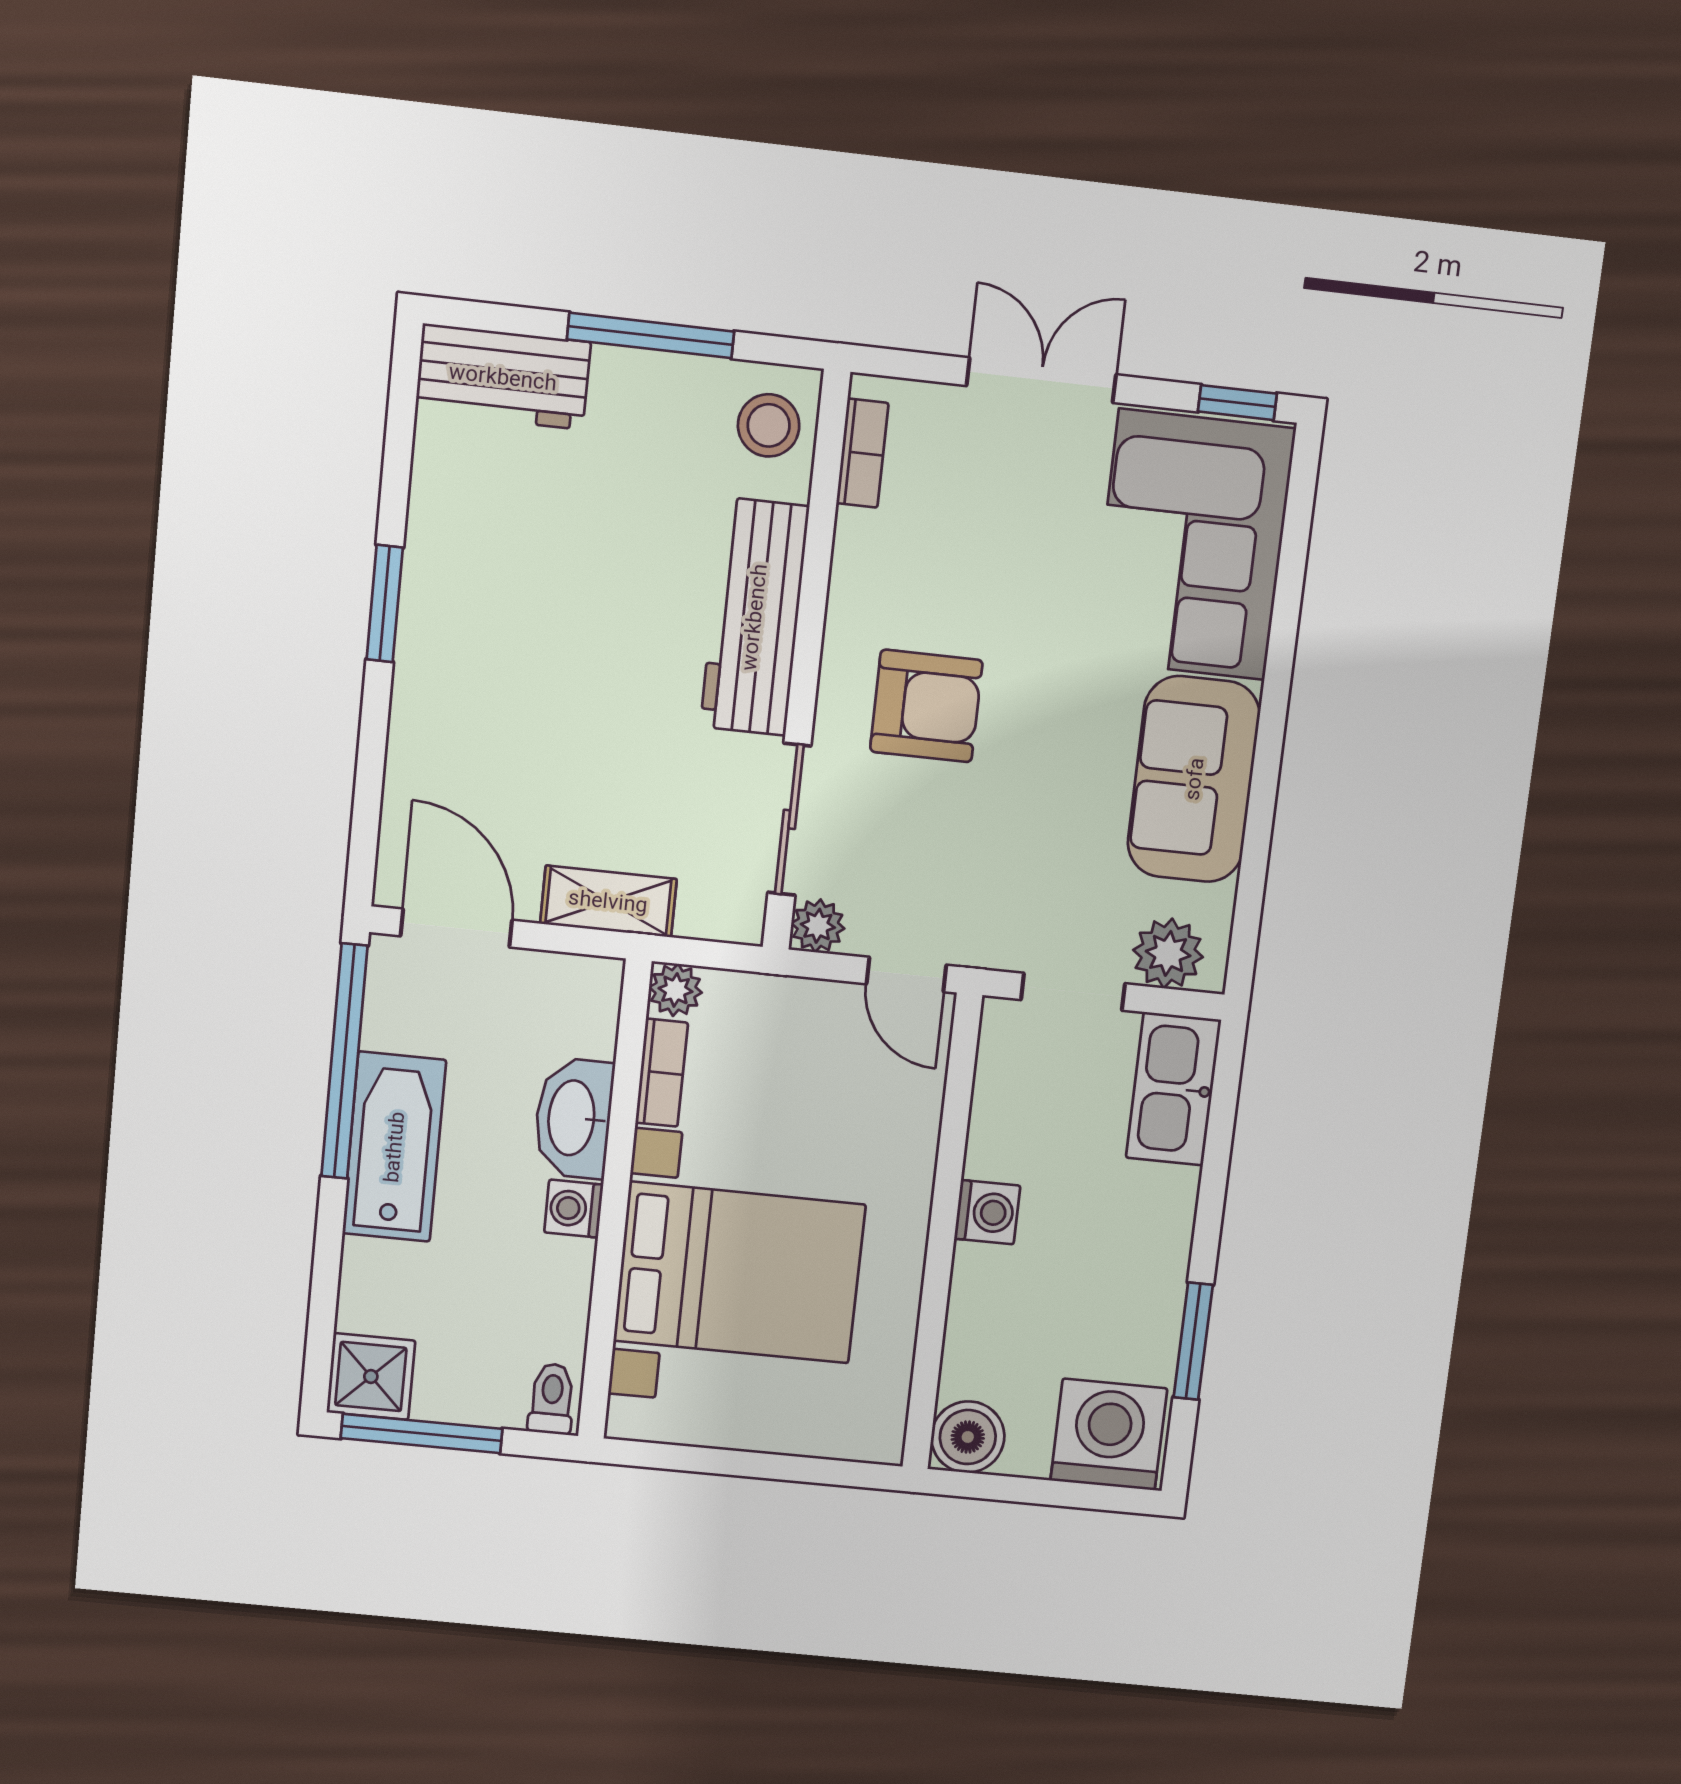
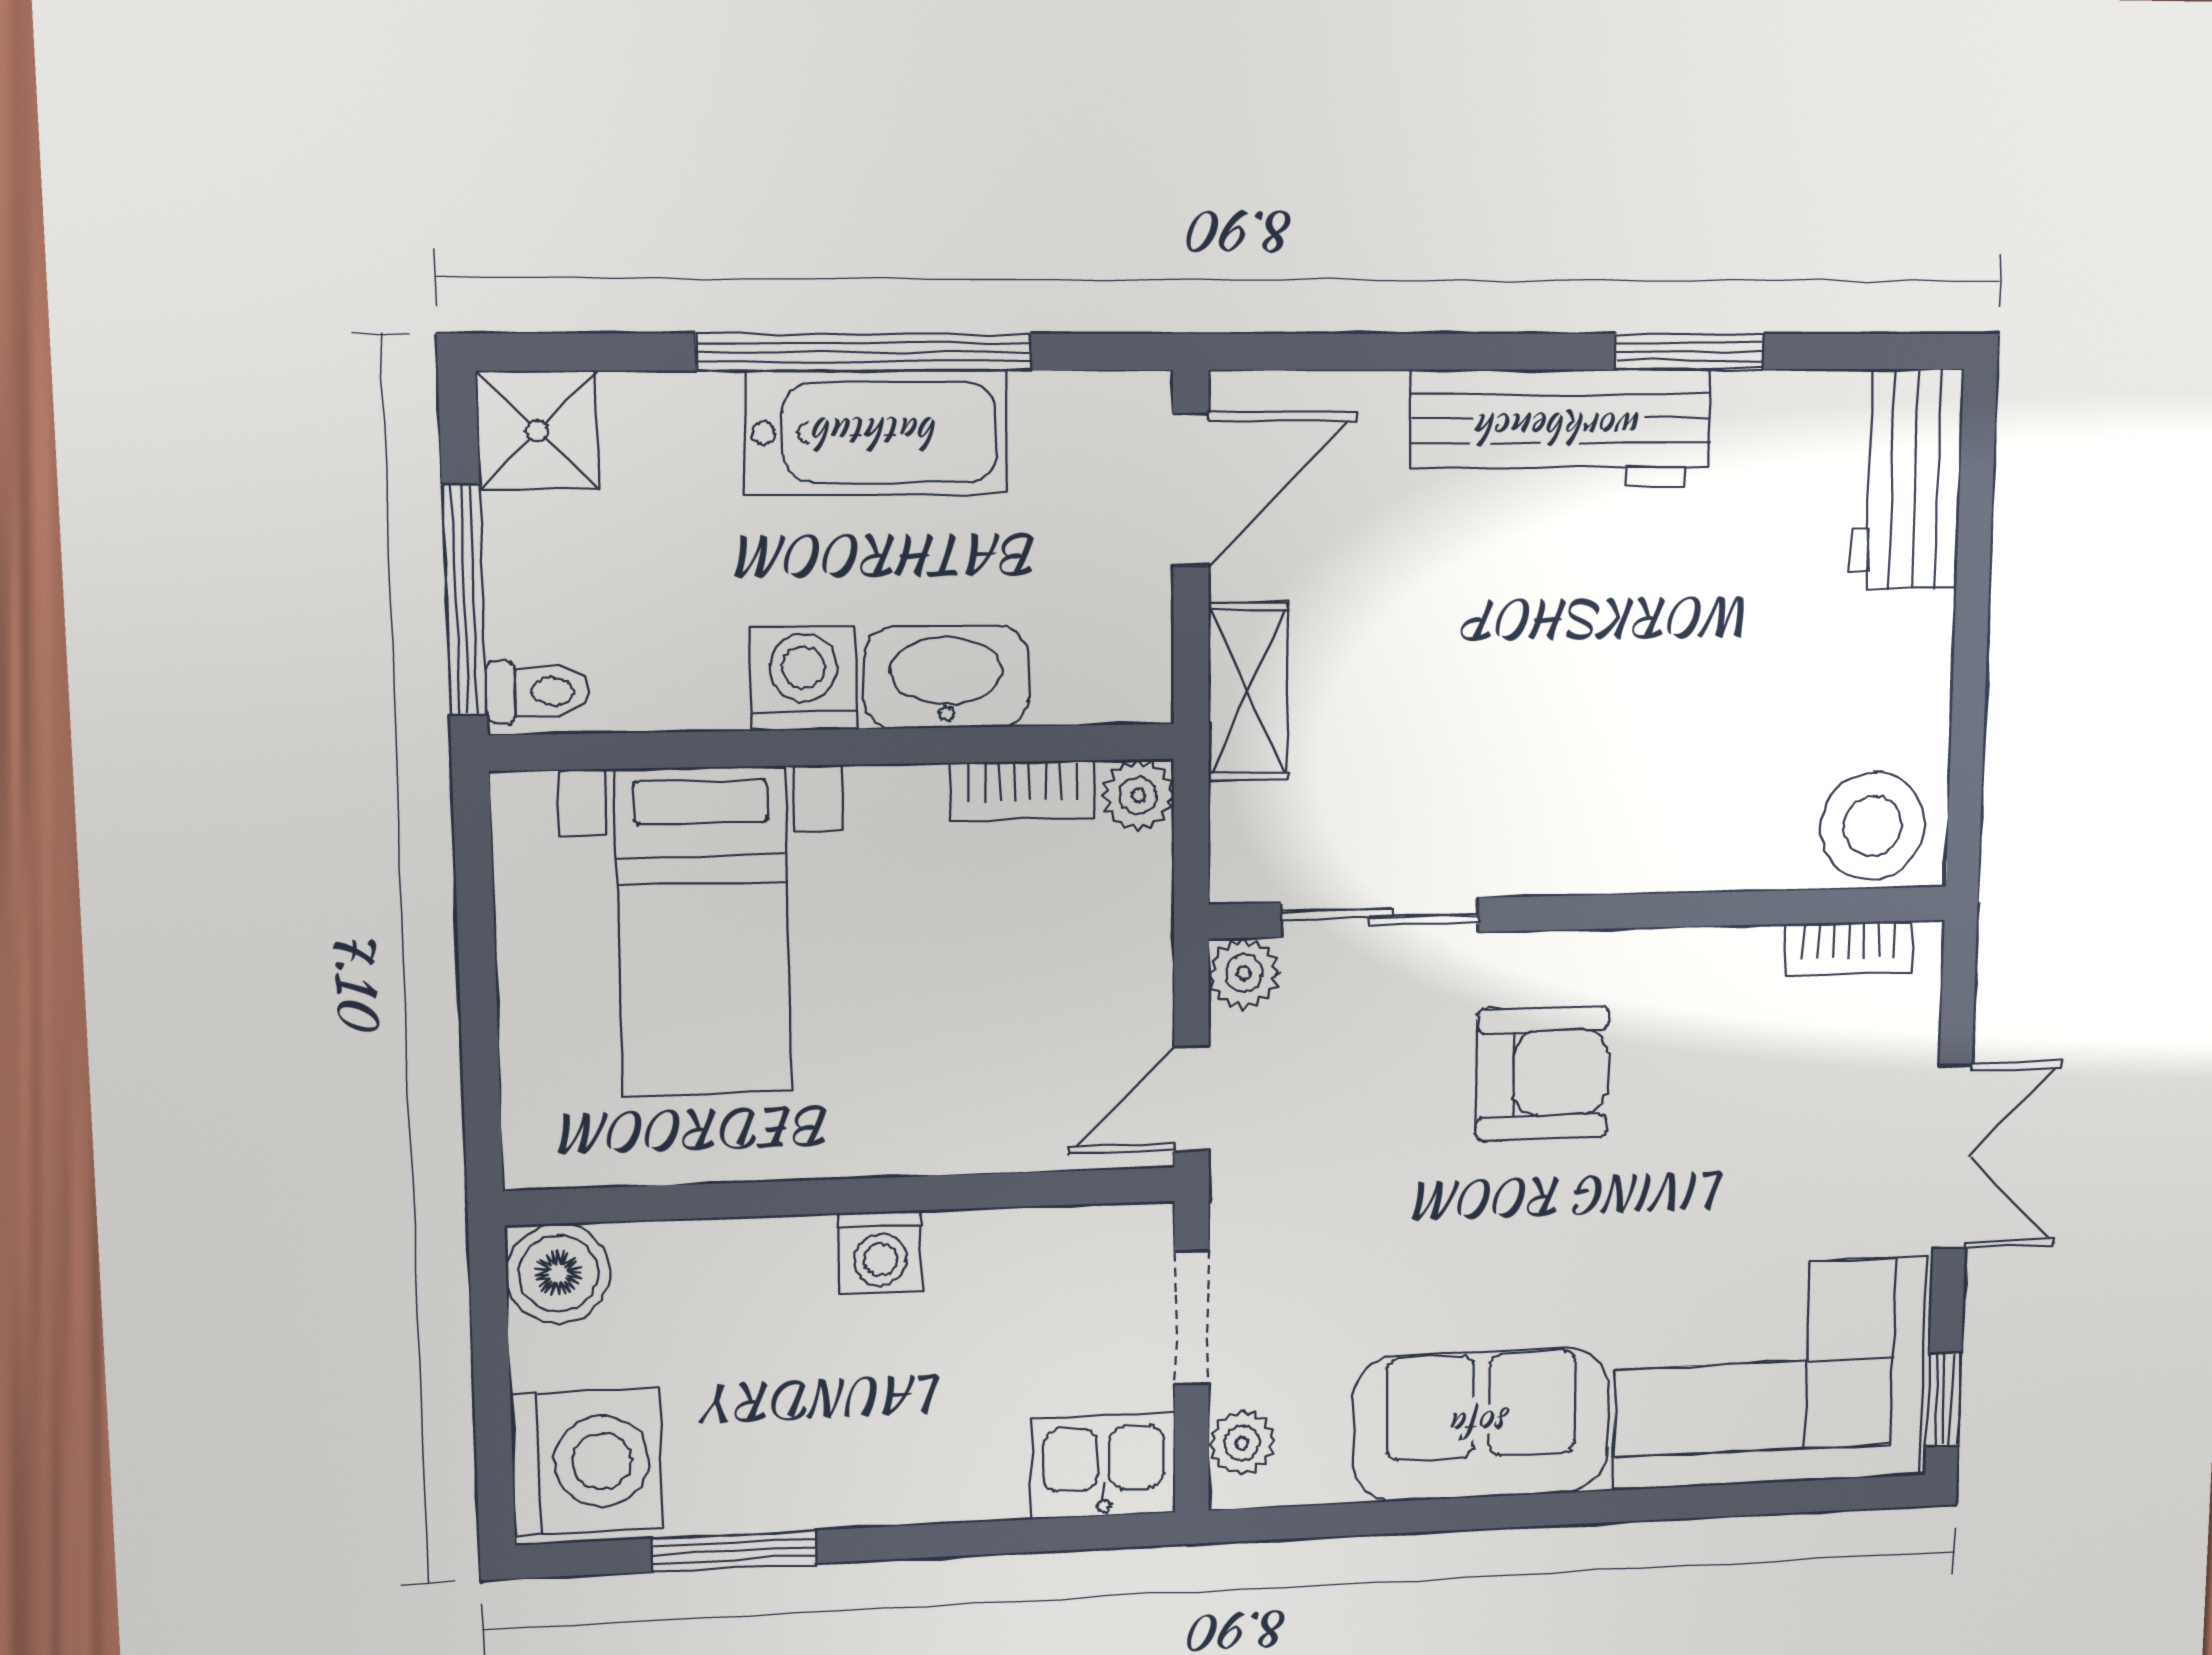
window: (651, 335) -> (1970, 663), removed
stool: (769, 425) -> (1873, 826), width x1.38, depth x1.38
window: (385, 604) -> (1689, 352), moved
workbench: (754, 617) -> (1560, 428), moved, turned 180
armchair: (926, 706) -> (1542, 1074), turned -90
plant: (1168, 953) -> (1242, 1443), width x0.73, depth x0.73
window: (344, 1061) -> (864, 352), moved
kitchen sink: (1173, 1089) -> (1104, 1466), width x0.73
washing machine: (574, 1209) -> (804, 678), width x1.38, depth x1.38
bed with nightstands: (739, 1273) -> (704, 932), width x0.73
window: (422, 1433) -> (465, 600), moved

